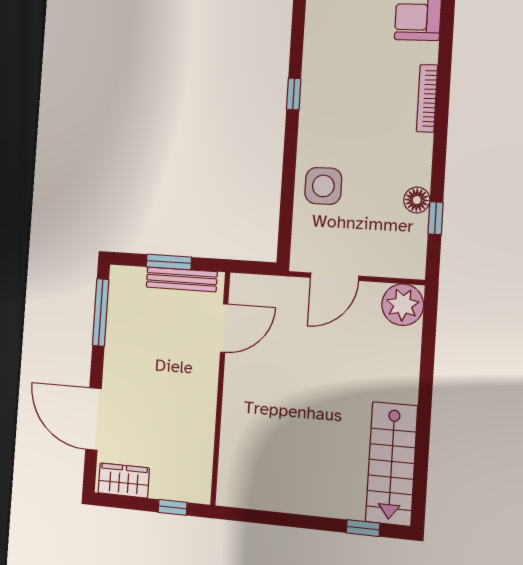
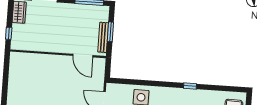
window: (294, 94) -> (190, 86), moved

